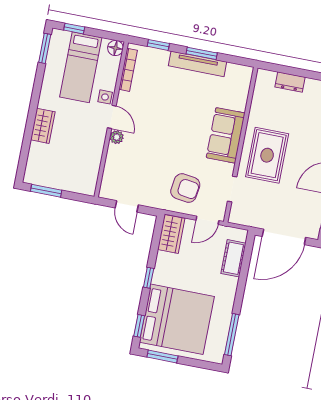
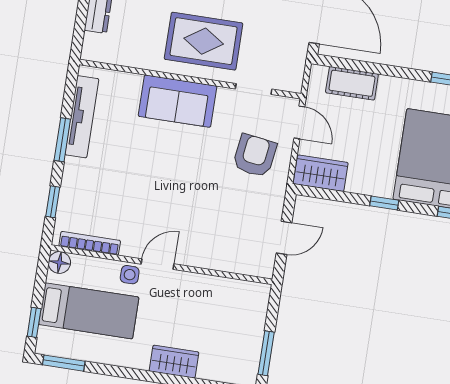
tv unit: (197, 64) -> (82, 117), moved
plant: (117, 137) -> (186, 256), removed

